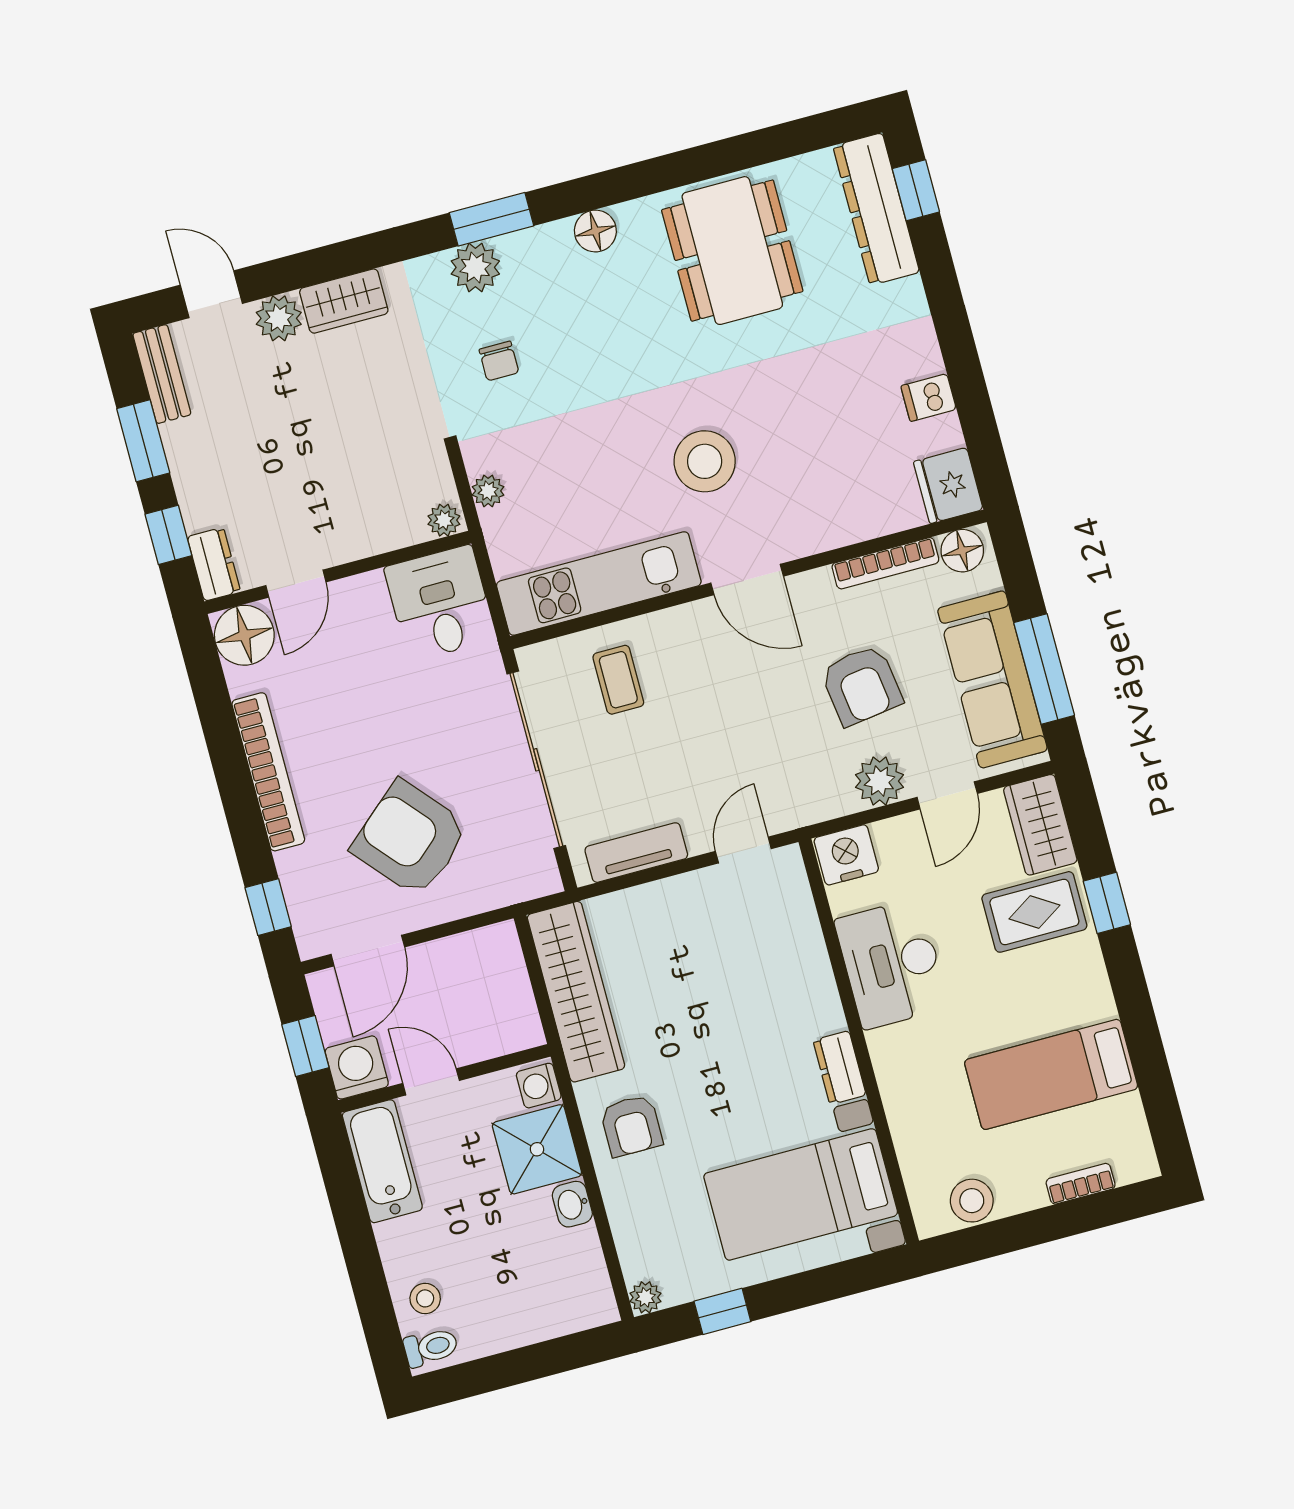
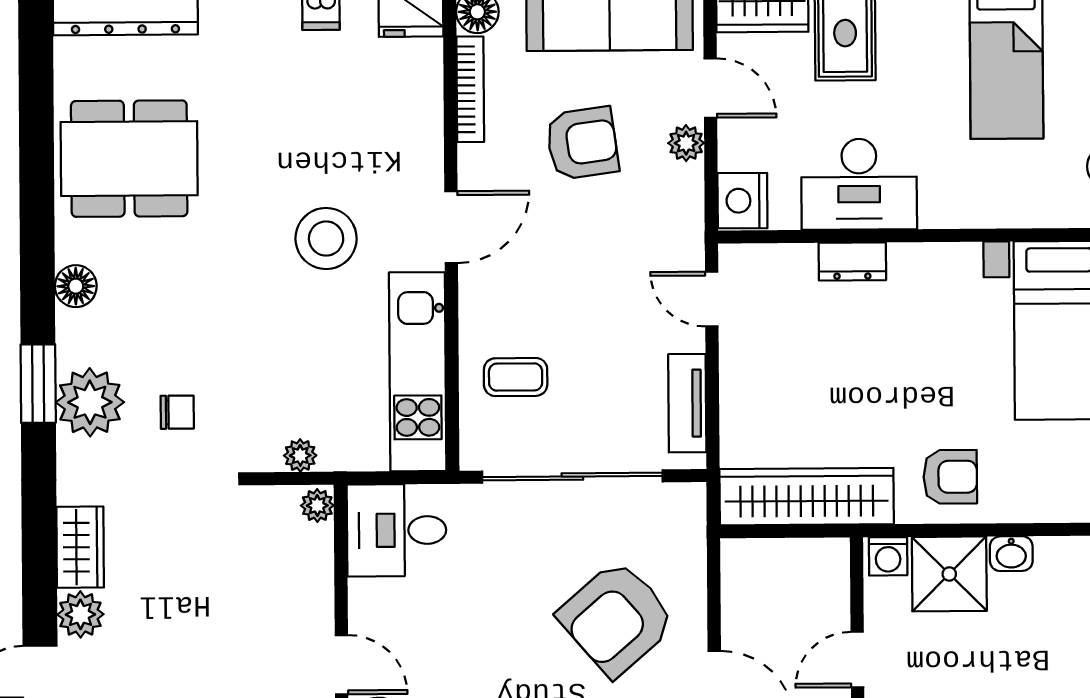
plant: (475, 267) -> (90, 402), width x1.36, depth x1.36
plant: (880, 781) -> (686, 143), width x0.73, depth x0.73
dresser: (839, 1068) -> (852, 261), moved

